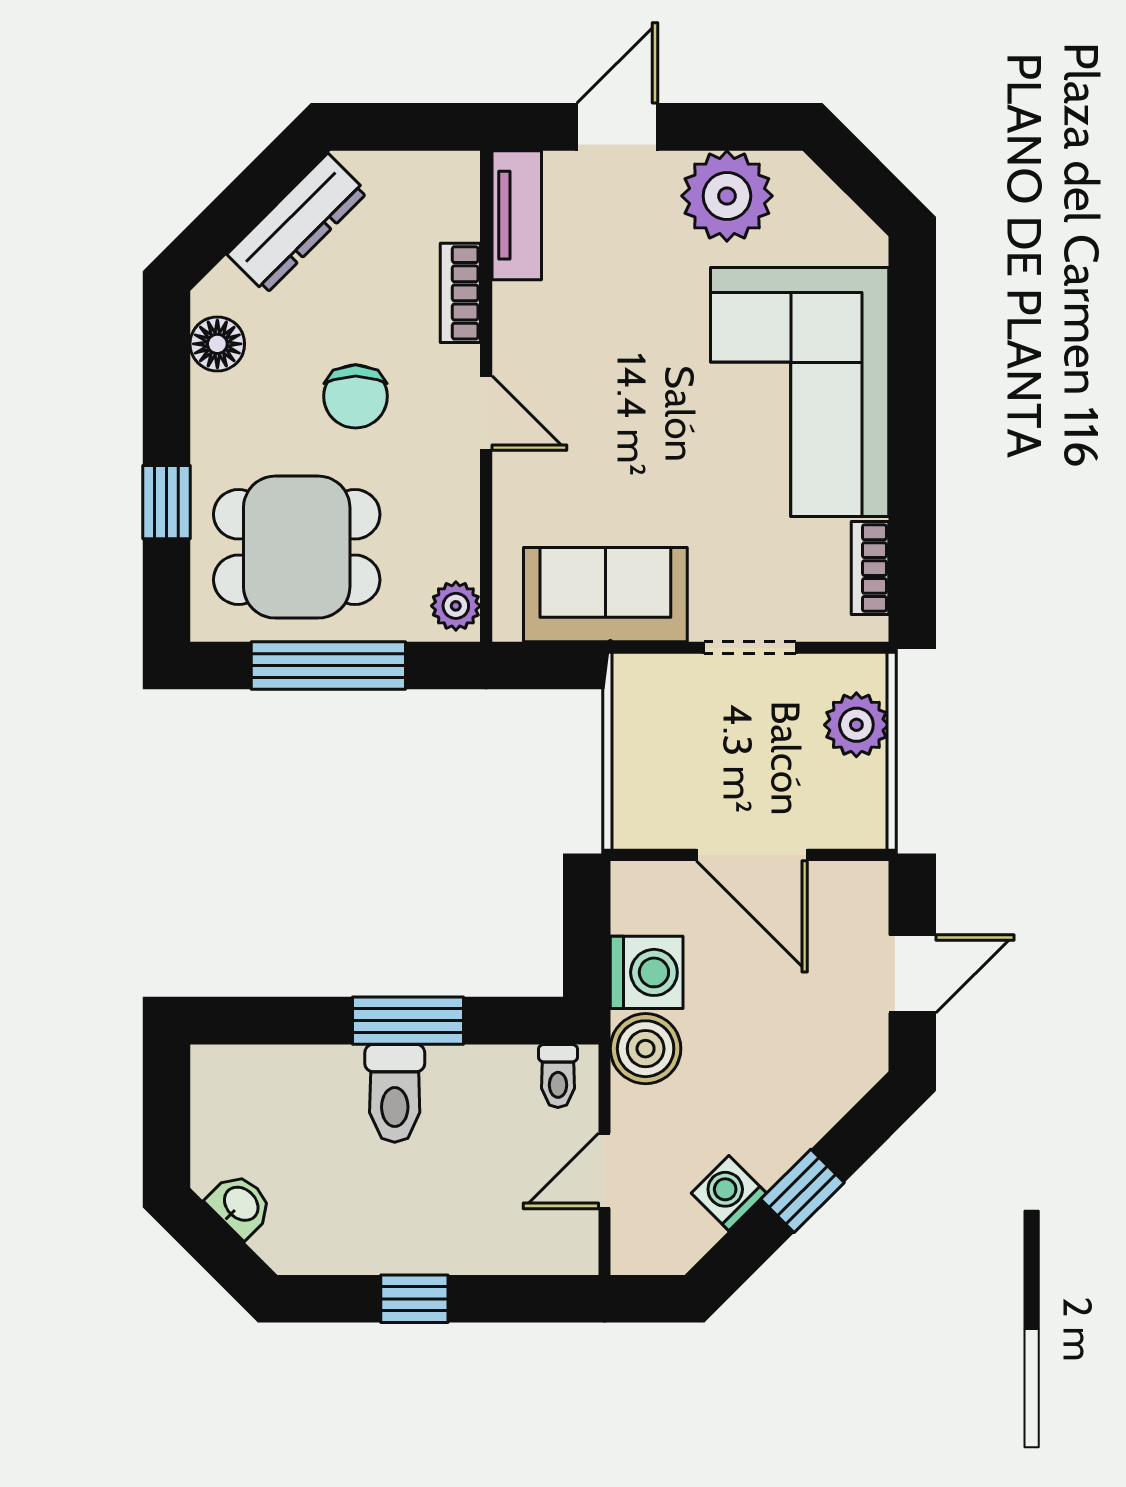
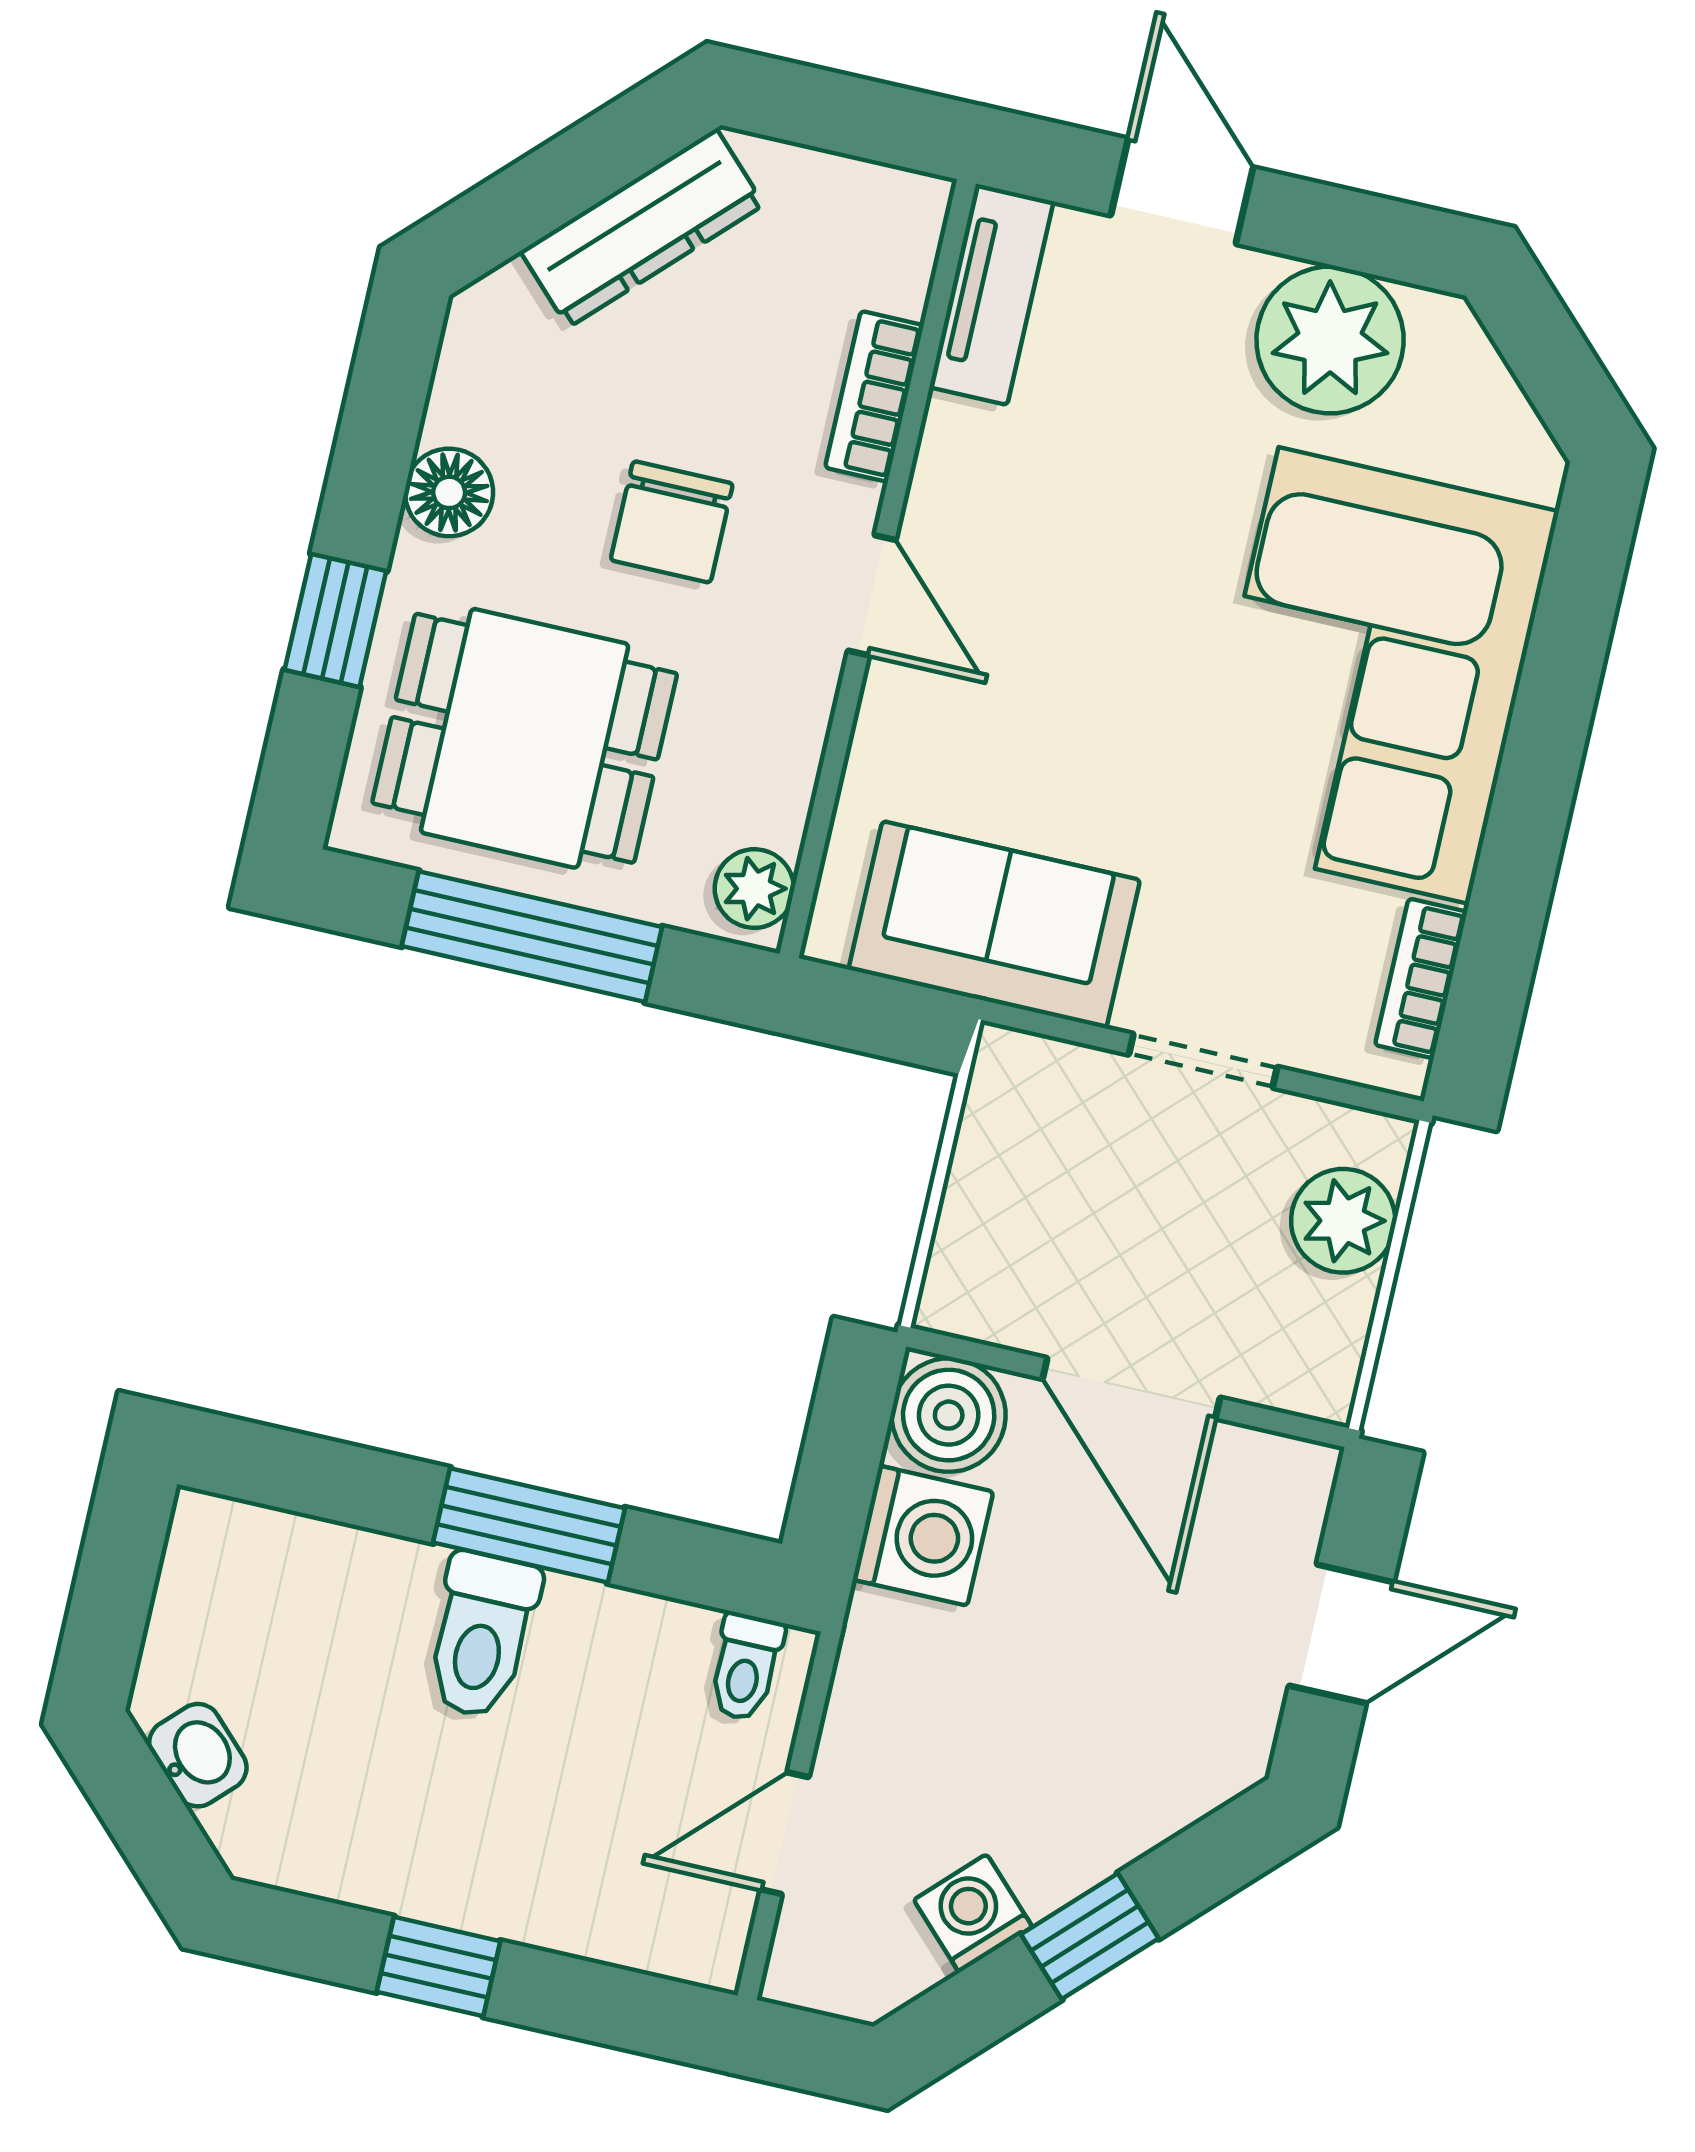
door: (617, 127) -> (1182, 191), hinge flipped
floor lamp: (217, 344) -> (449, 492), moved
boiler: (646, 1049) -> (949, 1415), moved

